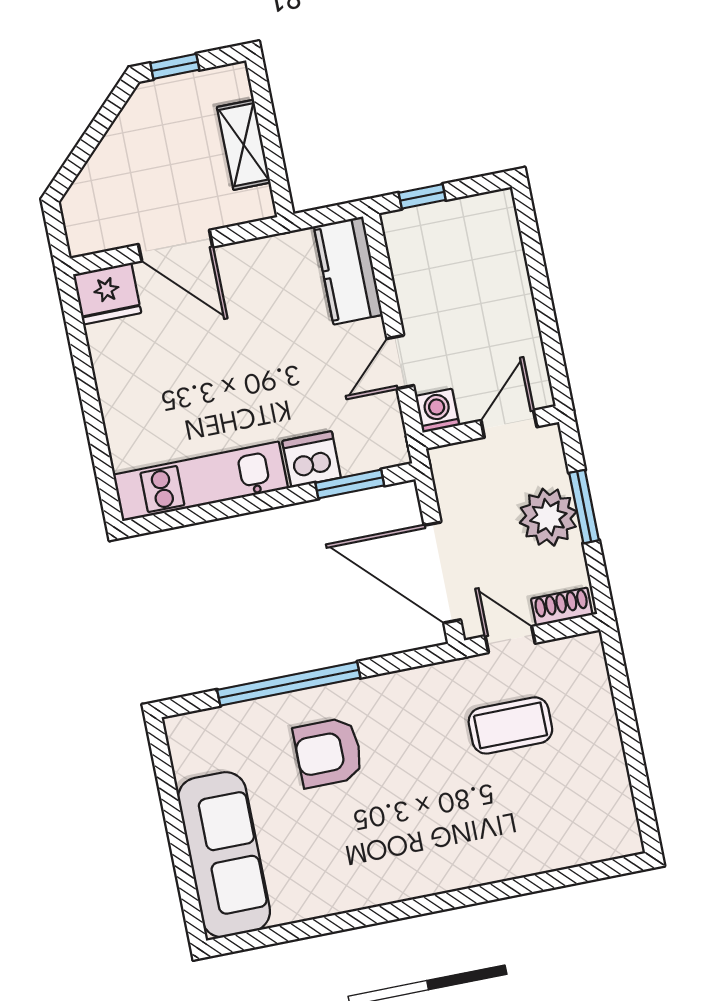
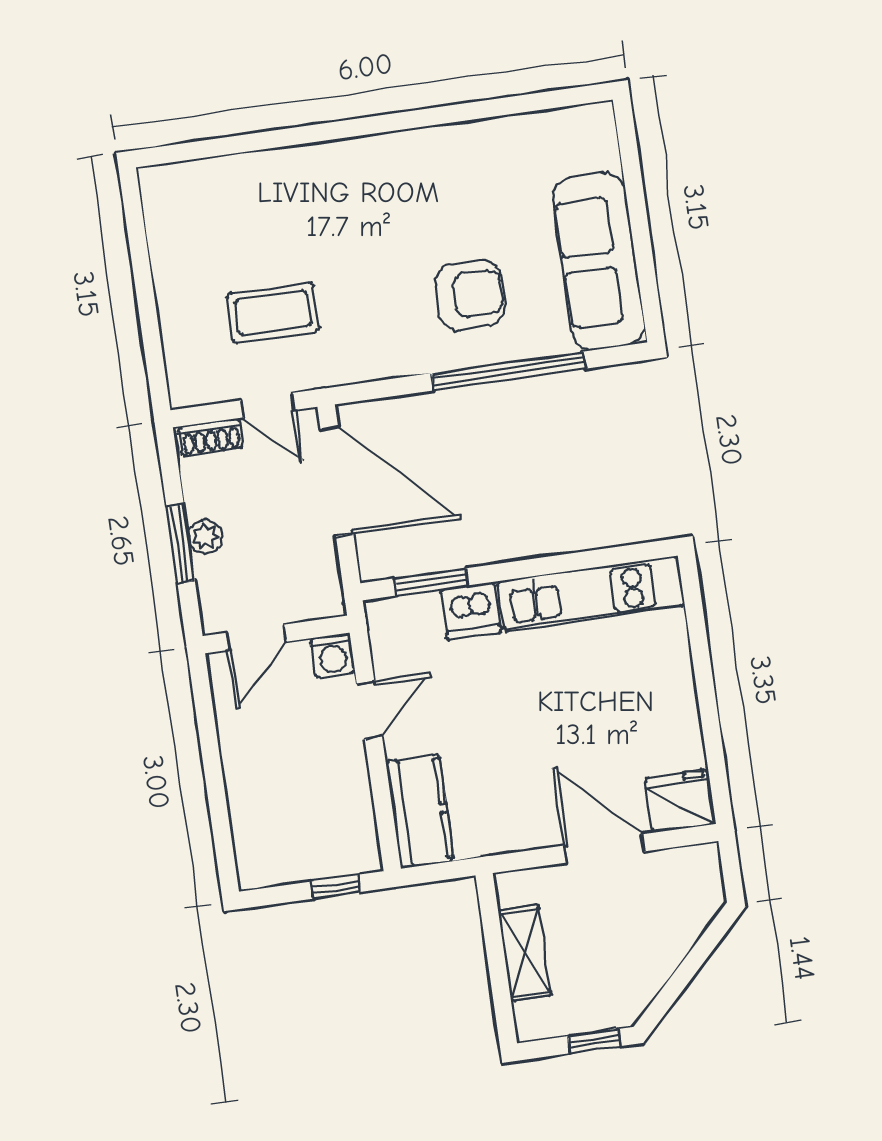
plant: (548, 517) -> (205, 536), width x0.53, depth x0.53
sofa: (224, 855) -> (598, 261), moved

